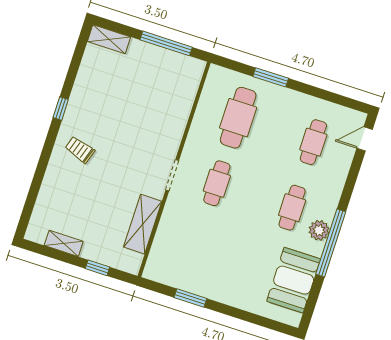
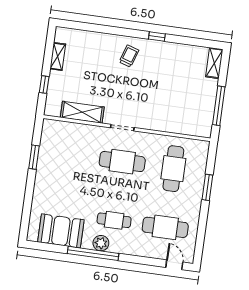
cafe table: (238, 118) -> (173, 169), turned 90
cafe table: (313, 142) -> (165, 227), width x1.37, depth x1.35
cafe table: (217, 183) -> (122, 162), width x1.37, depth x1.35

